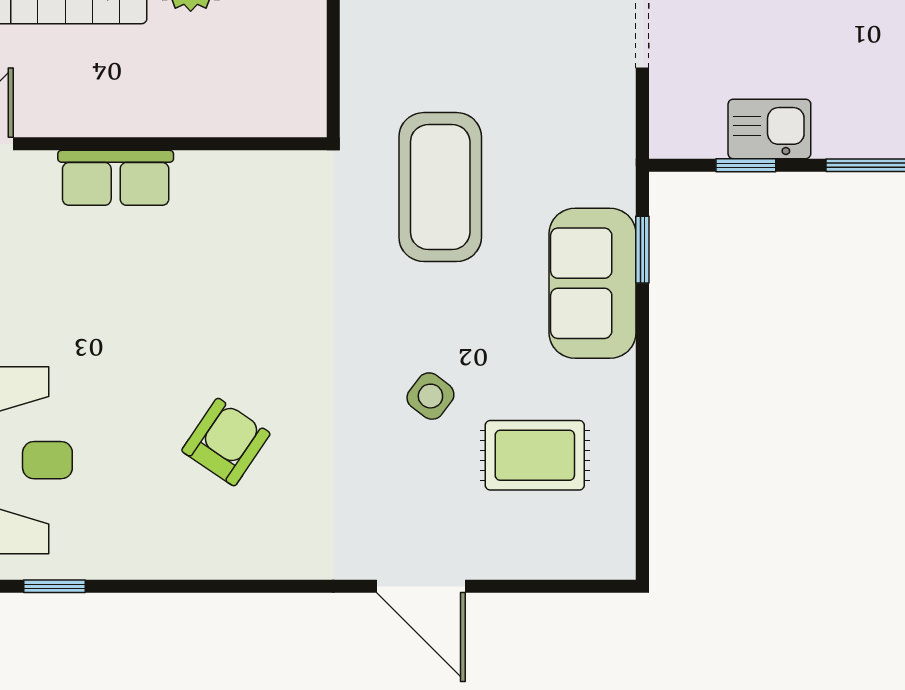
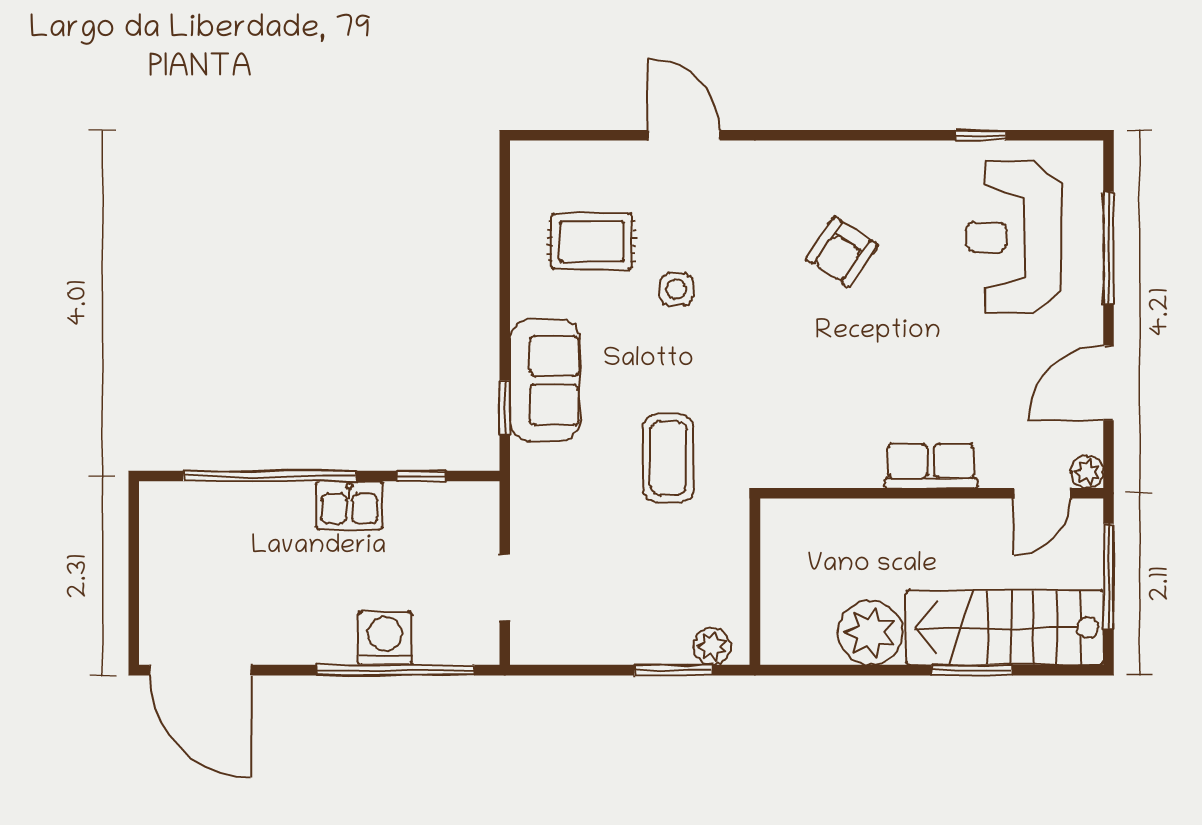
kitchen sink: (769, 129) -> (349, 505), moved
coffee table: (440, 187) -> (668, 458), width x0.73, depth x0.76
side table: (430, 396) -> (676, 289), turned -37

